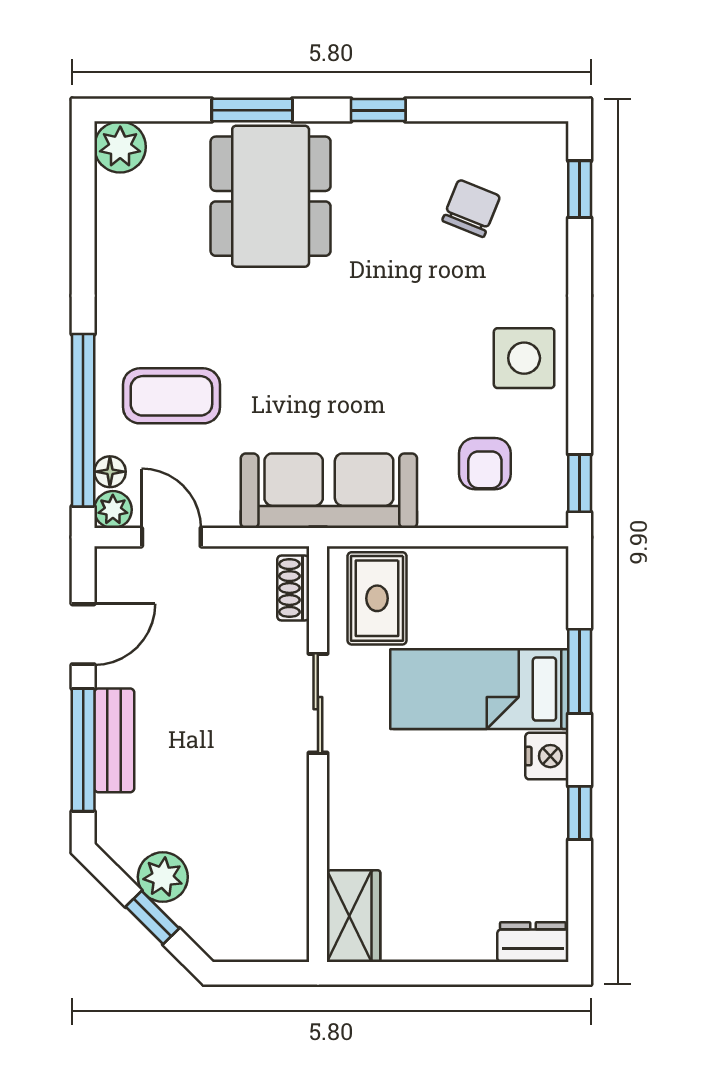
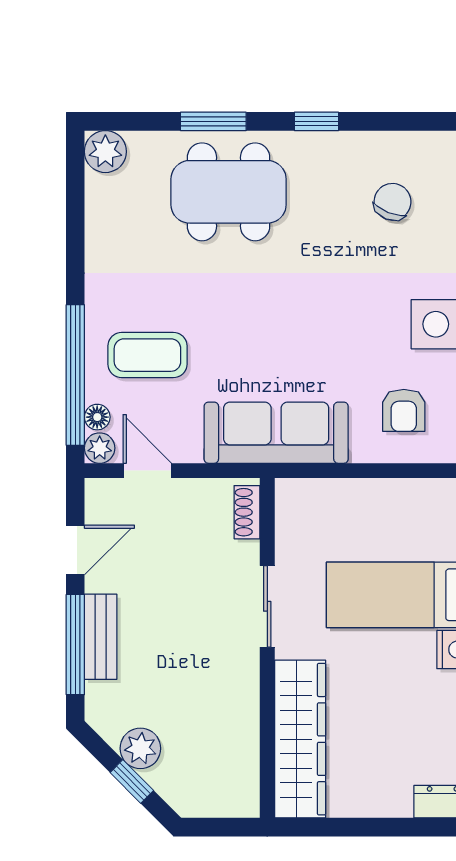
dining table: (271, 196) -> (229, 192), turned 90
rug: (377, 598) -> (316, 521), removed
wardrobe: (354, 916) -> (300, 739), width x2.10, depth x1.17

